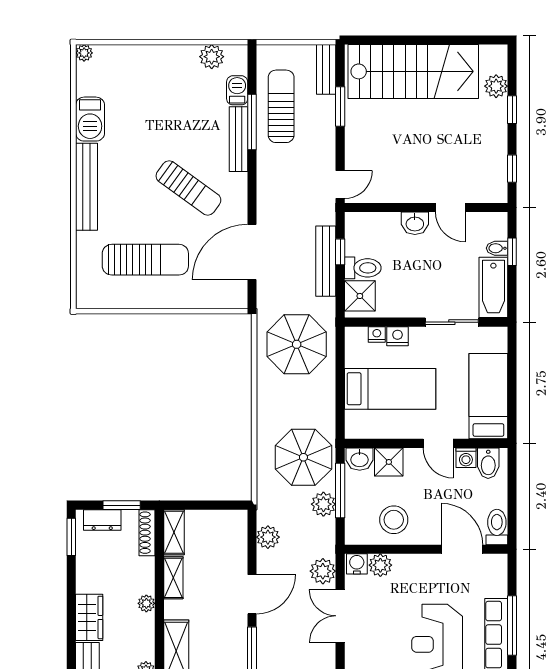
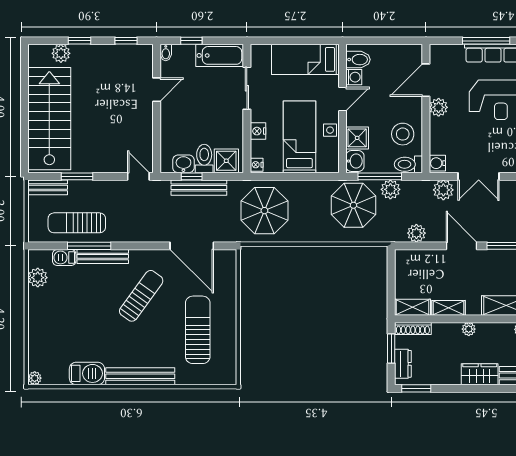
washbasin: (415, 223) -> (183, 164), moved, turned -90
bidet: (497, 248) -> (166, 53), moved
nightstand: (377, 334) -> (257, 165), moved
side table: (399, 428) -> (330, 130), added
toilet: (497, 527) -> (408, 164), moved
plant: (380, 565) -> (439, 107), moved

